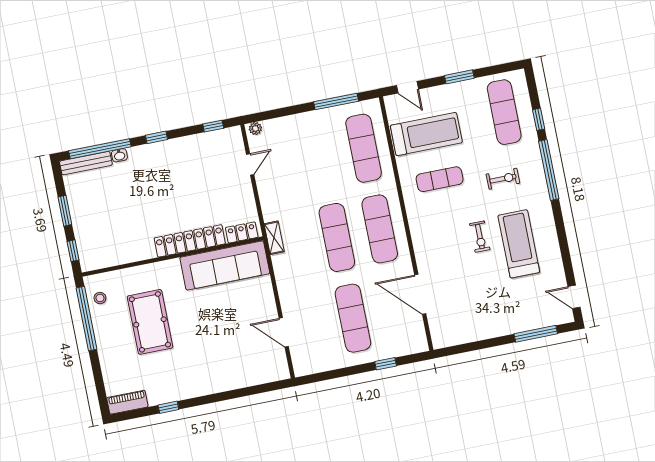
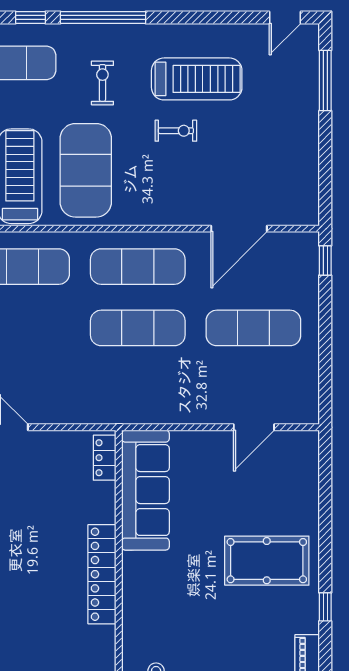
exercise mat: (440, 179) -> (86, 170), width x2.00, depth x1.45
shelving: (274, 238) -> (121, 414), removed
locker: (190, 241) -> (102, 574), moved
treadmill: (519, 244) -> (197, 79), turned 180
pool table: (150, 322) -> (267, 561), moved
window: (386, 364) -> (325, 261), moved

